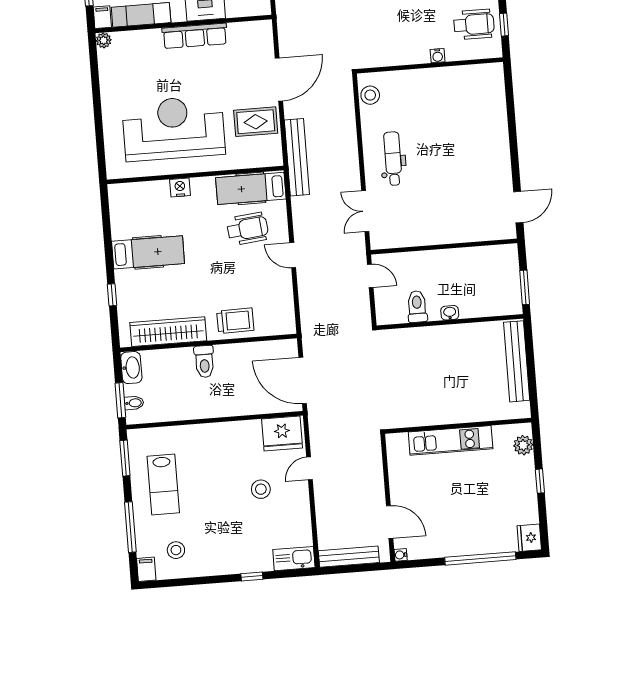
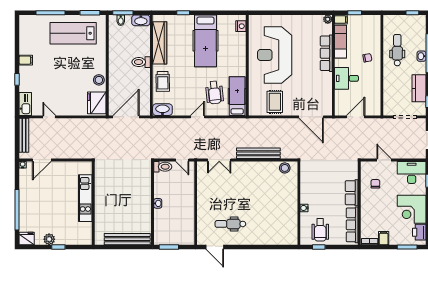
row of seats: (195, 36) -> (326, 53), moved
door: (279, 80) -> (311, 117), moved
reception desk: (174, 128) -> (275, 55), turned 180
bench: (297, 157) -> (258, 153), moved
dental chair: (393, 159) -> (230, 224), moved, turned 180
nightstand: (180, 187) -> (241, 26), moved
double door: (365, 211) -> (219, 160), swing flipped
hospital bed: (148, 252) -> (205, 41), width x1.37, depth x1.29
door: (370, 276) -> (182, 160), hinge flipped
toilet: (417, 307) -> (163, 167), moved
washbasin: (285, 317) -> (162, 110), added
plant: (523, 445) -> (49, 239), moved
door: (310, 468) -> (49, 117), moved
lab bench: (163, 484) -> (73, 33), width x1.36, depth x1.39
stool: (261, 489) -> (99, 80), moved
stool: (176, 550) -> (35, 38), removed
filing cabinet: (146, 569) -> (26, 60), moved

